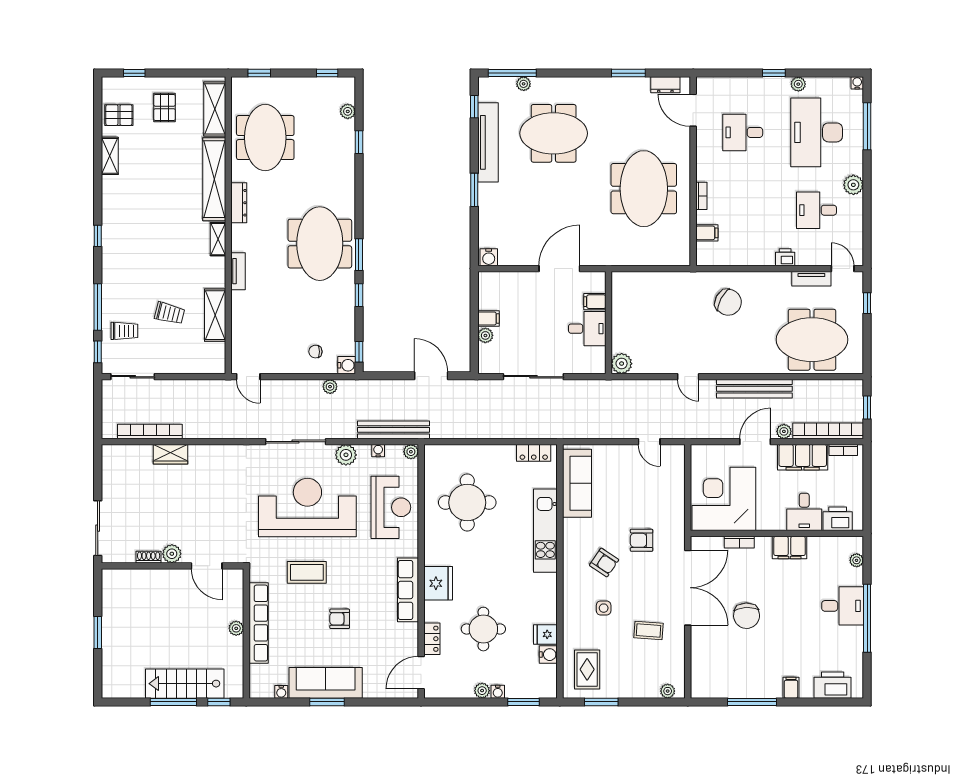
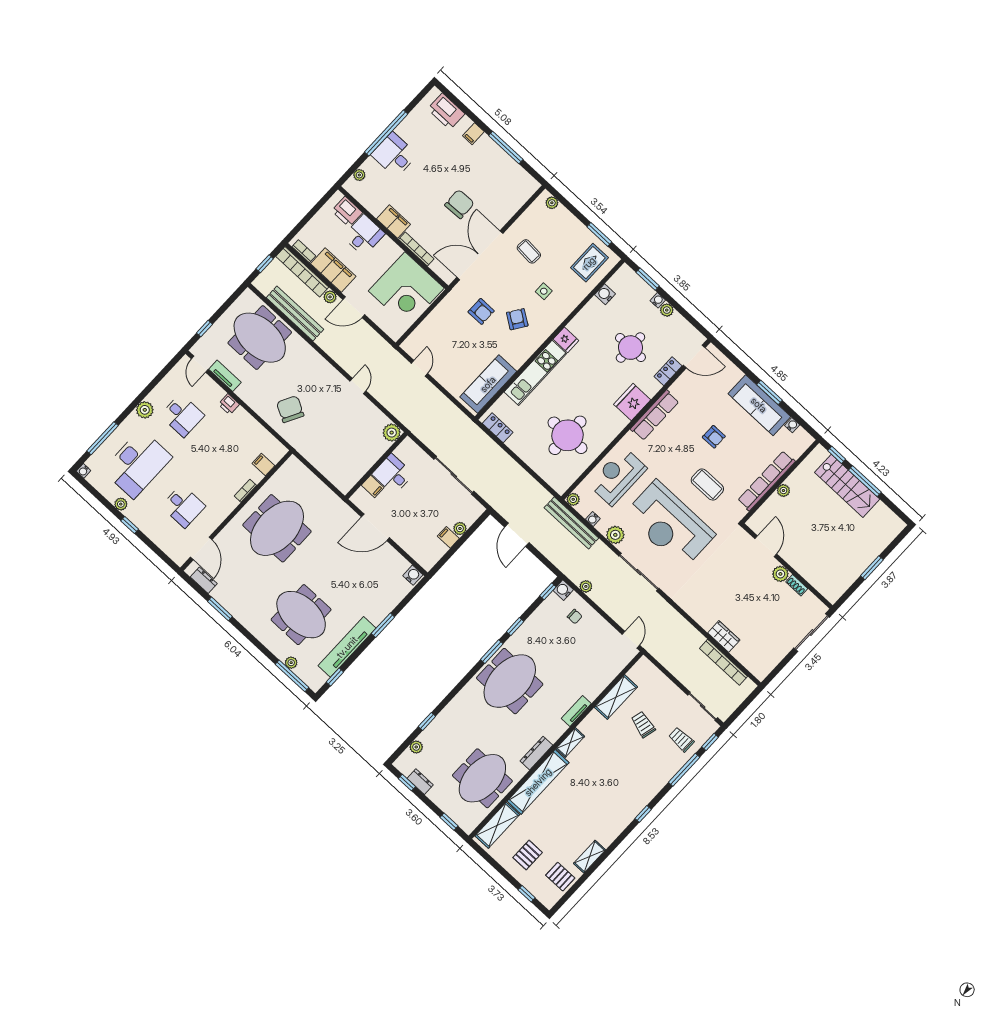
dresser: (316, 85) -> (420, 782), added
bench: (754, 389) -> (295, 314), moved
bookcase: (739, 542) -> (416, 249), width x1.56
fridge: (545, 634) -> (566, 340), moved

